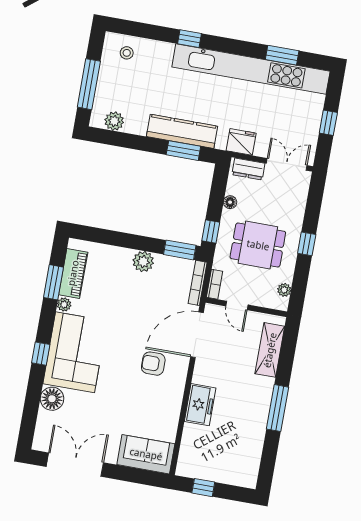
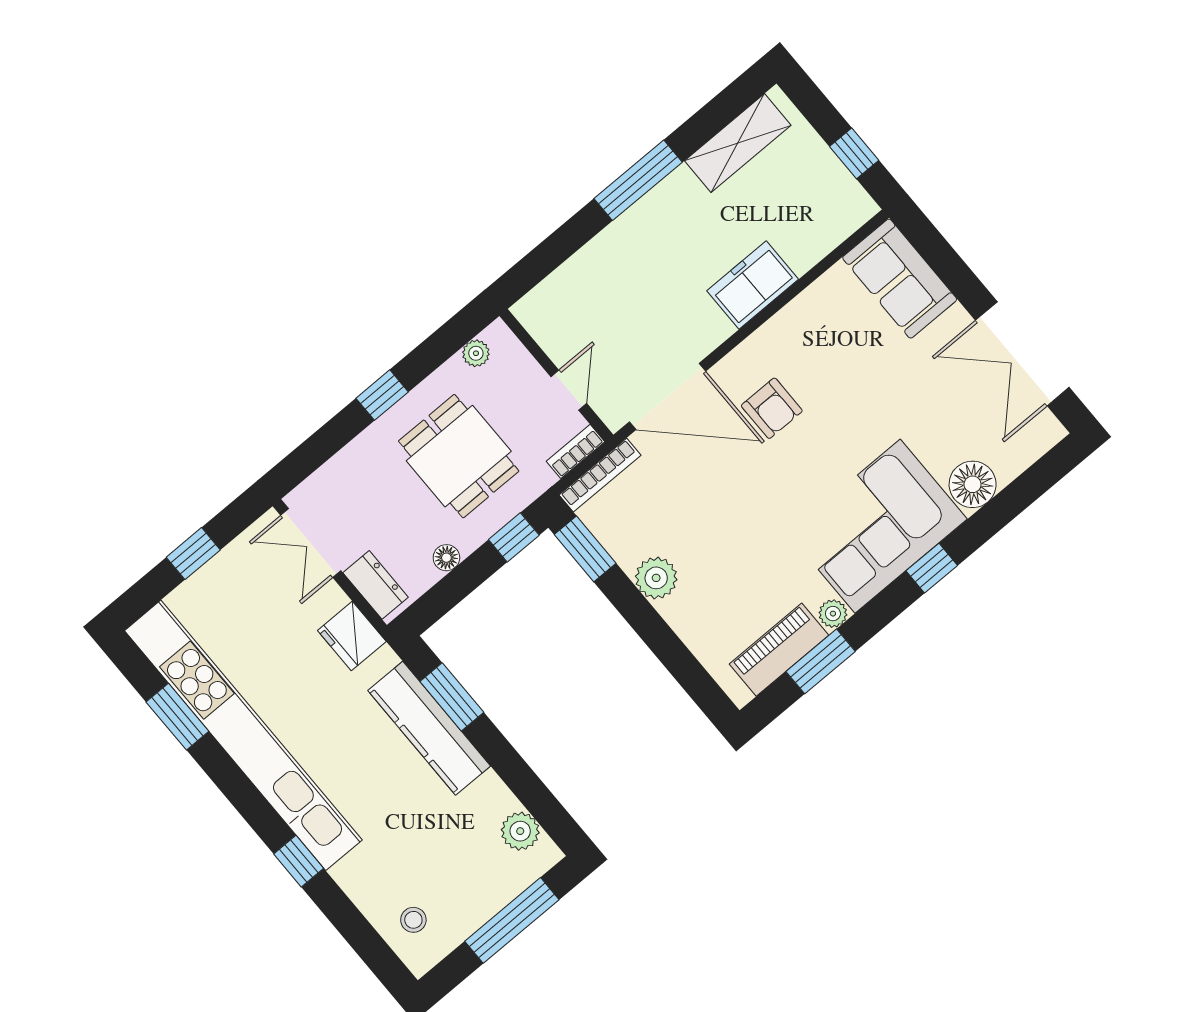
shelving: (270, 350) -> (738, 143), moved

